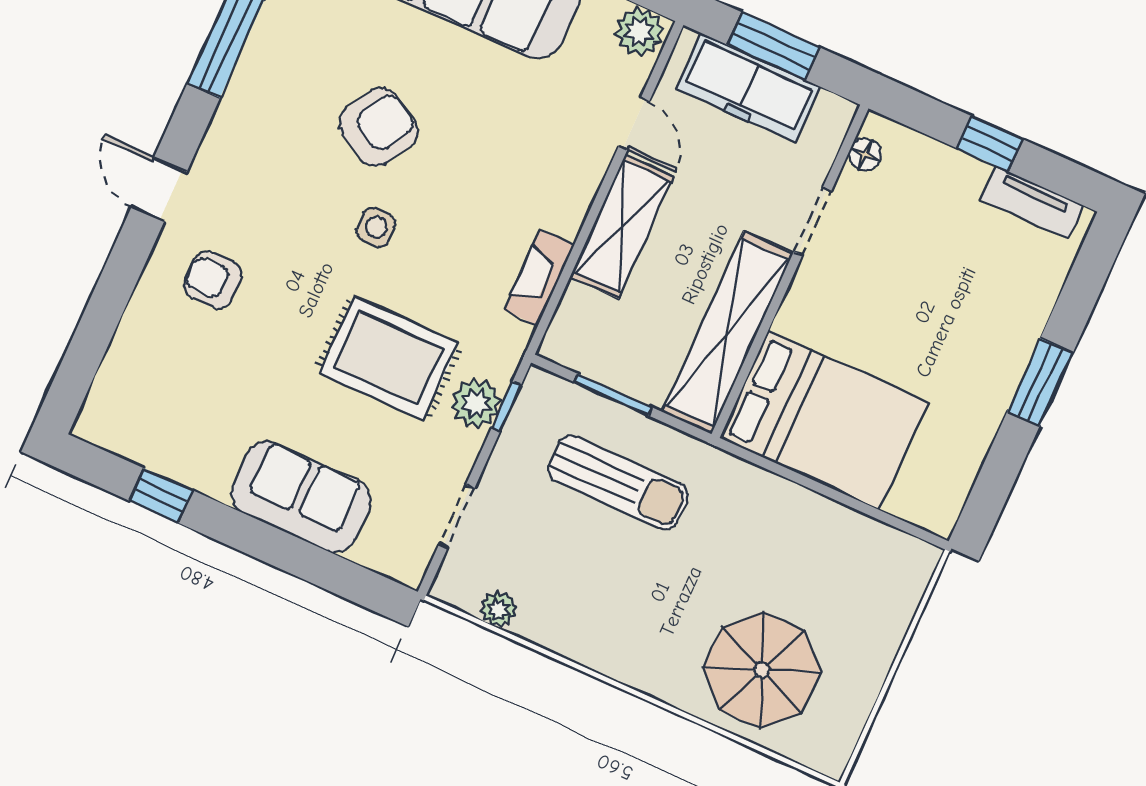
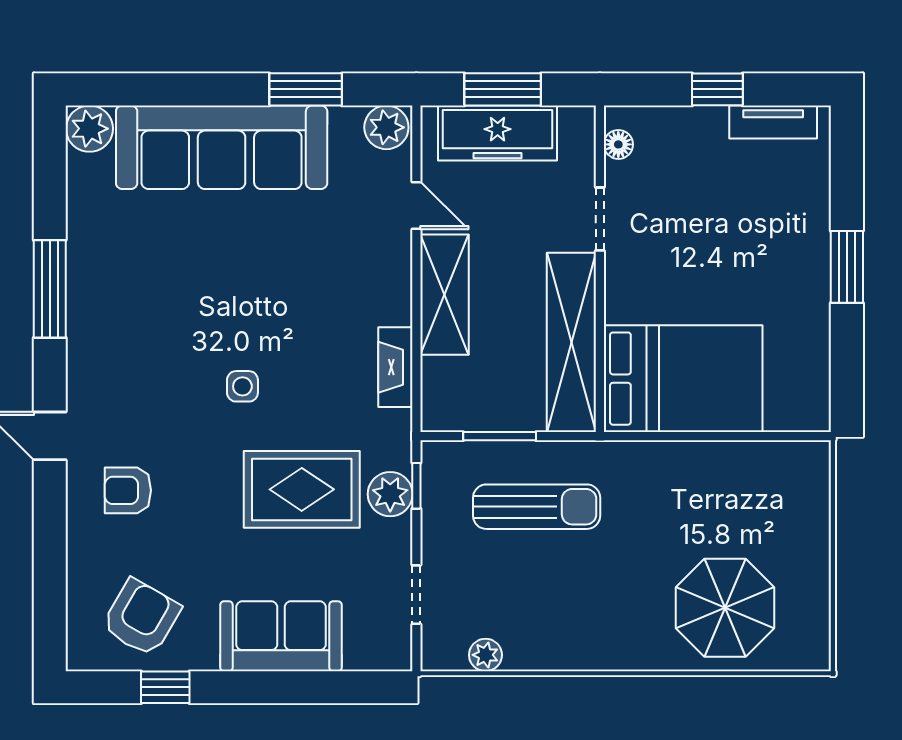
armchair: (378, 127) -> (141, 618), moved

